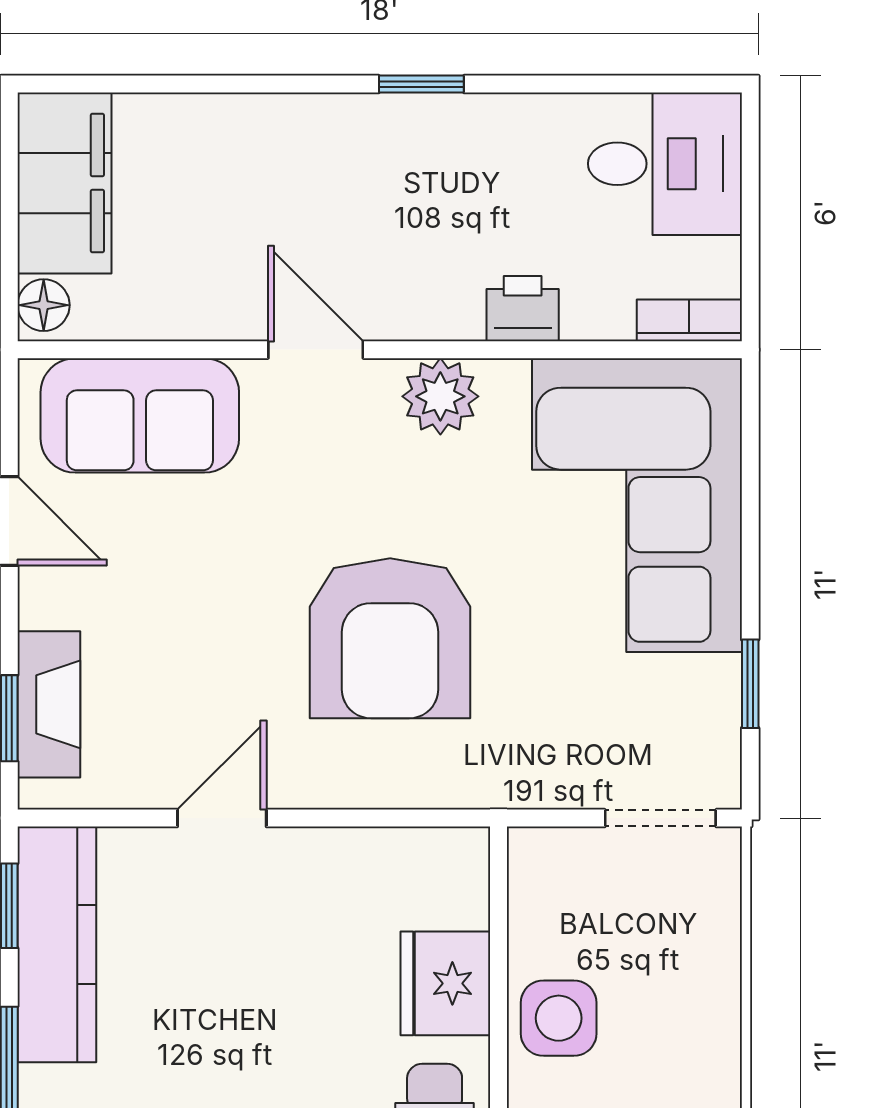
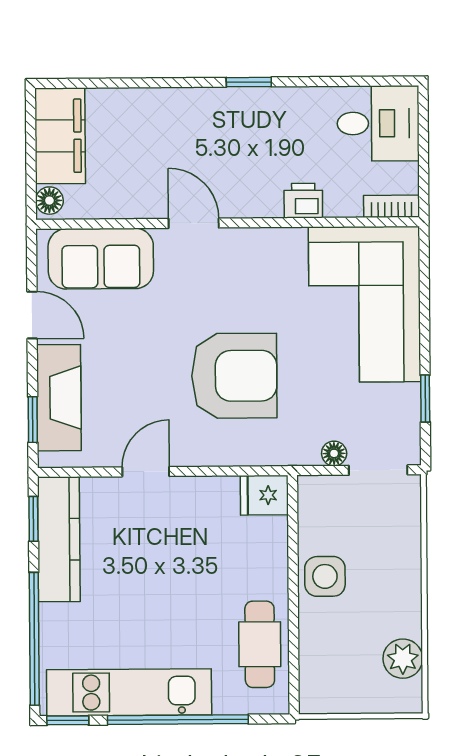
plant: (440, 396) -> (260, 247), removed
armchair: (390, 638) -> (234, 376), turned -90
fireplace: (49, 704) -> (59, 398), width x1.37, depth x1.32
floor lamp: (577, 786) -> (334, 453), added
fridge: (445, 983) -> (264, 495), moved, width x0.72

